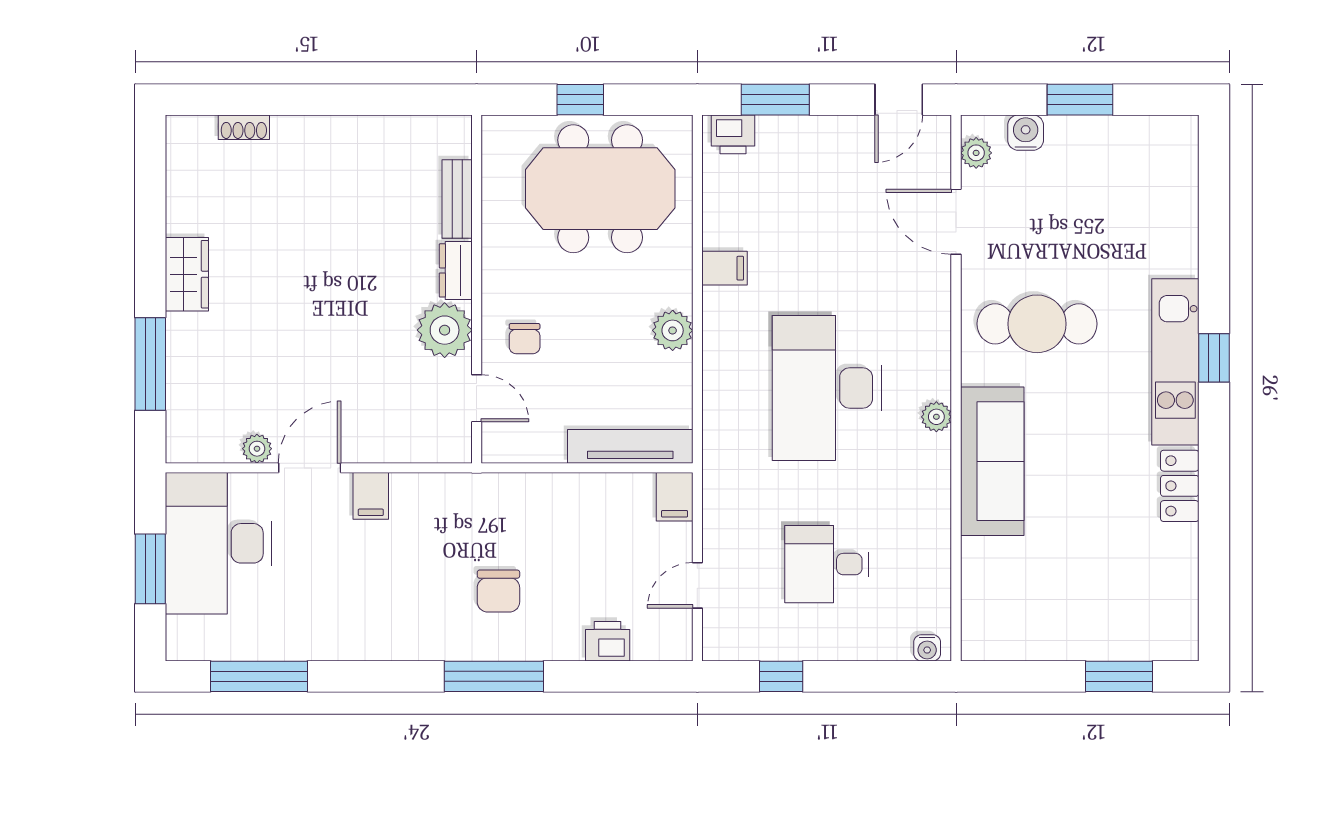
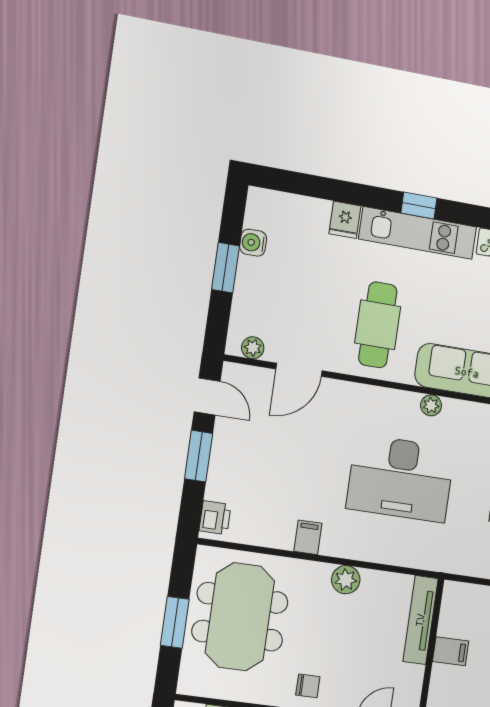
window: (580, 100) -> (175, 622), width x1.50
window: (775, 100) -> (199, 456), moved
water cooler: (1026, 133) -> (253, 243), moved
fridge: (1175, 256) -> (345, 220), added
chair: (525, 339) -> (308, 686), moved
filing cabinet: (675, 497) -> (451, 651), moved

